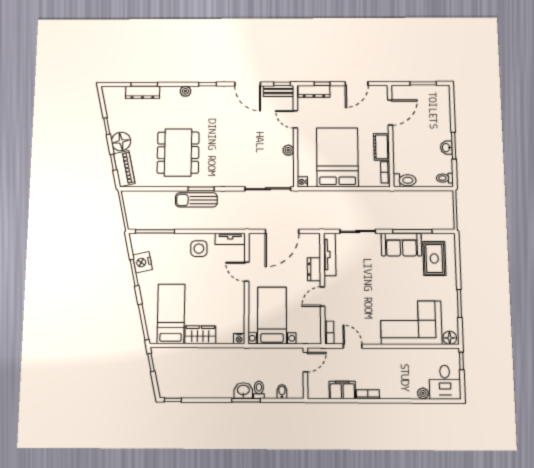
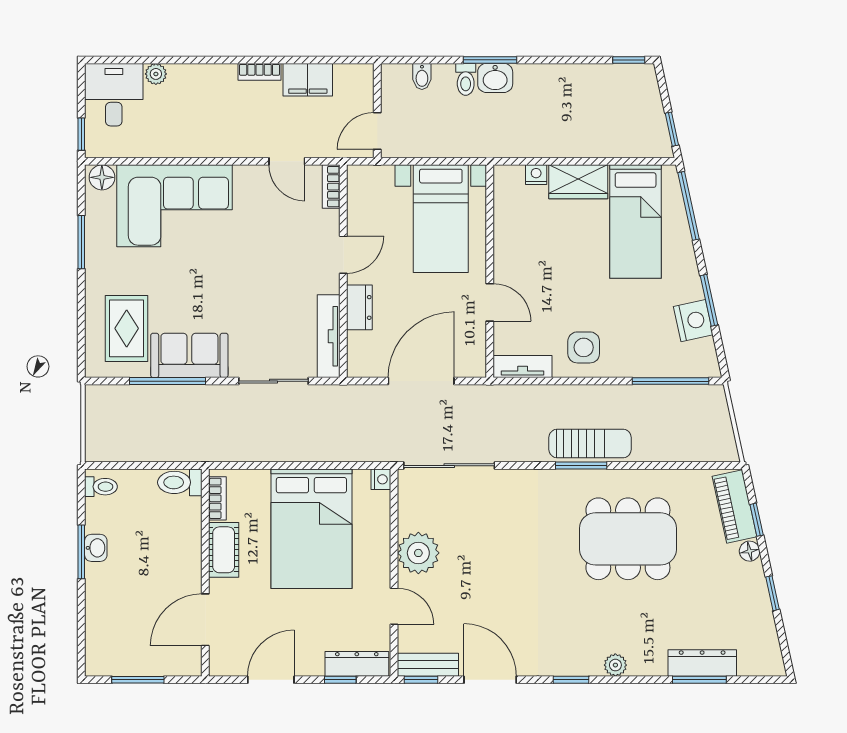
floor lamp: (121, 141) -> (750, 551), width x0.53, depth x0.53
plant: (288, 150) -> (418, 553), width x1.88, depth x1.88
dining table: (178, 153) -> (628, 539), turned 90
nightstand: (239, 339) -> (536, 175), moved

